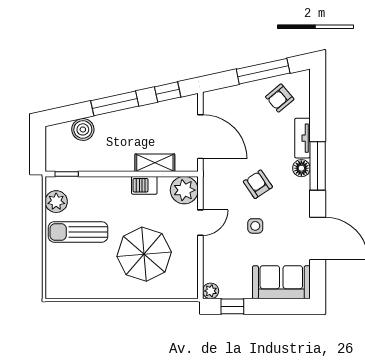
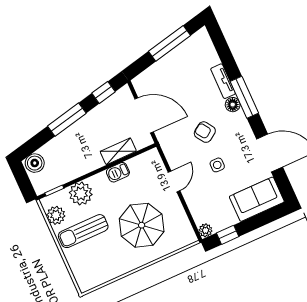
armchair: (280, 98) -> (192, 58), removed
boiler: (83, 129) -> (35, 163), moved
plant: (184, 190) -> (81, 193), moved

